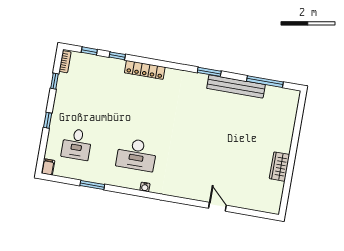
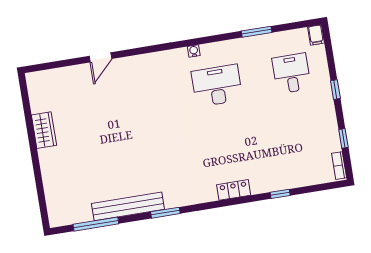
window: (89, 51) -> (315, 188), removed
locker: (145, 70) -> (234, 190), width x0.66
door: (217, 207) -> (100, 57), hinge flipped

